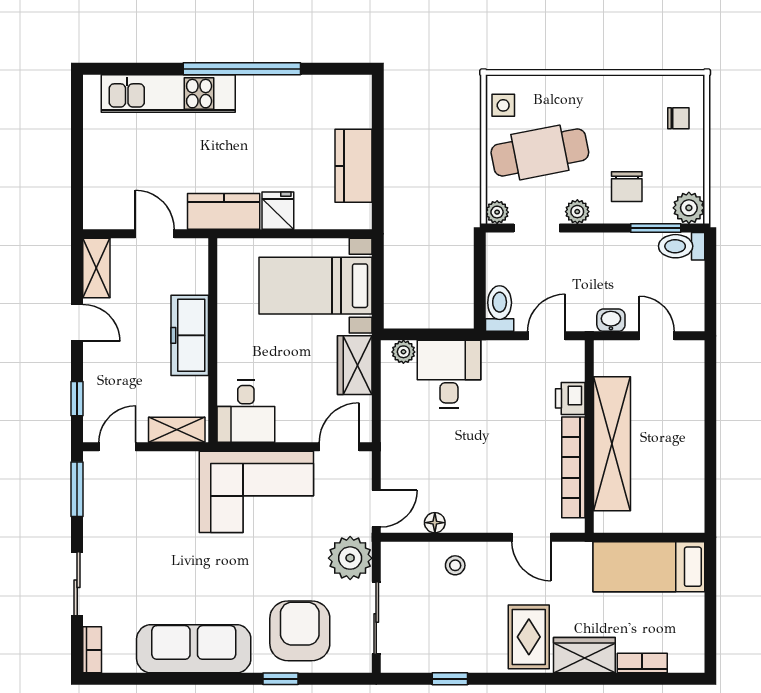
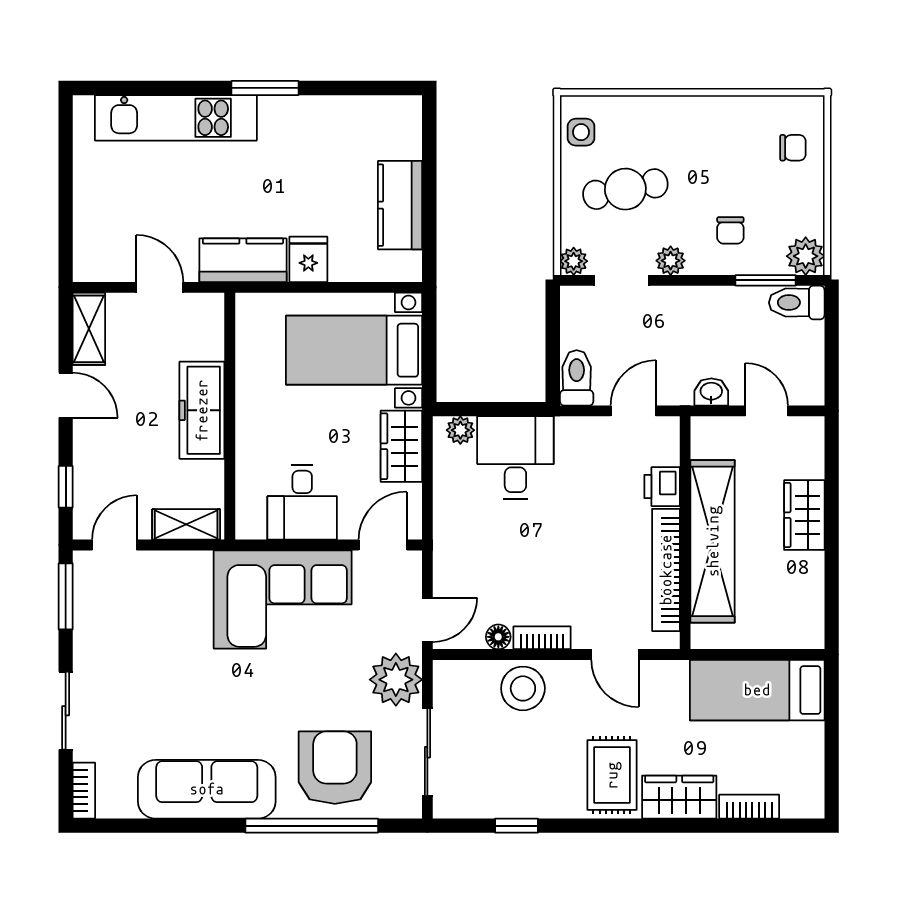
window: (242, 69) -> (265, 88), width x0.47
cafe table: (540, 152) -> (625, 189), width x0.73, depth x0.74
chair: (627, 187) -> (730, 230), width x0.73, depth x0.73
desk: (246, 411) -> (302, 502), moved
wardrobe: (688, 422) -> (804, 515), added
bookcase: (471, 523) -> (542, 638), added
stool: (455, 565) -> (523, 688), width x1.89, depth x1.89
window: (281, 679) -> (312, 826), width x3.17

